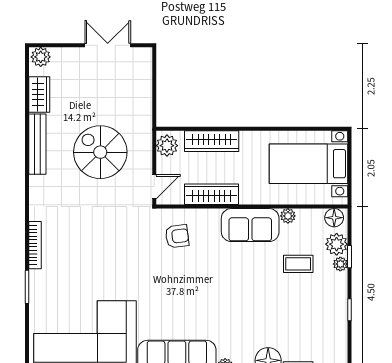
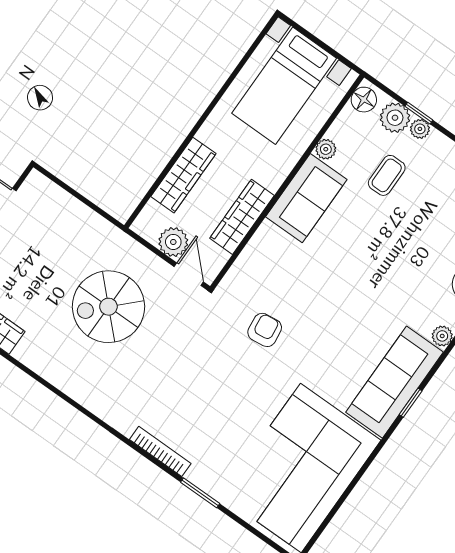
bench: (37, 144) -> (51, 370), removed
plant: (167, 146) -> (173, 242), moved
armchair: (177, 236) -> (265, 330), moved

